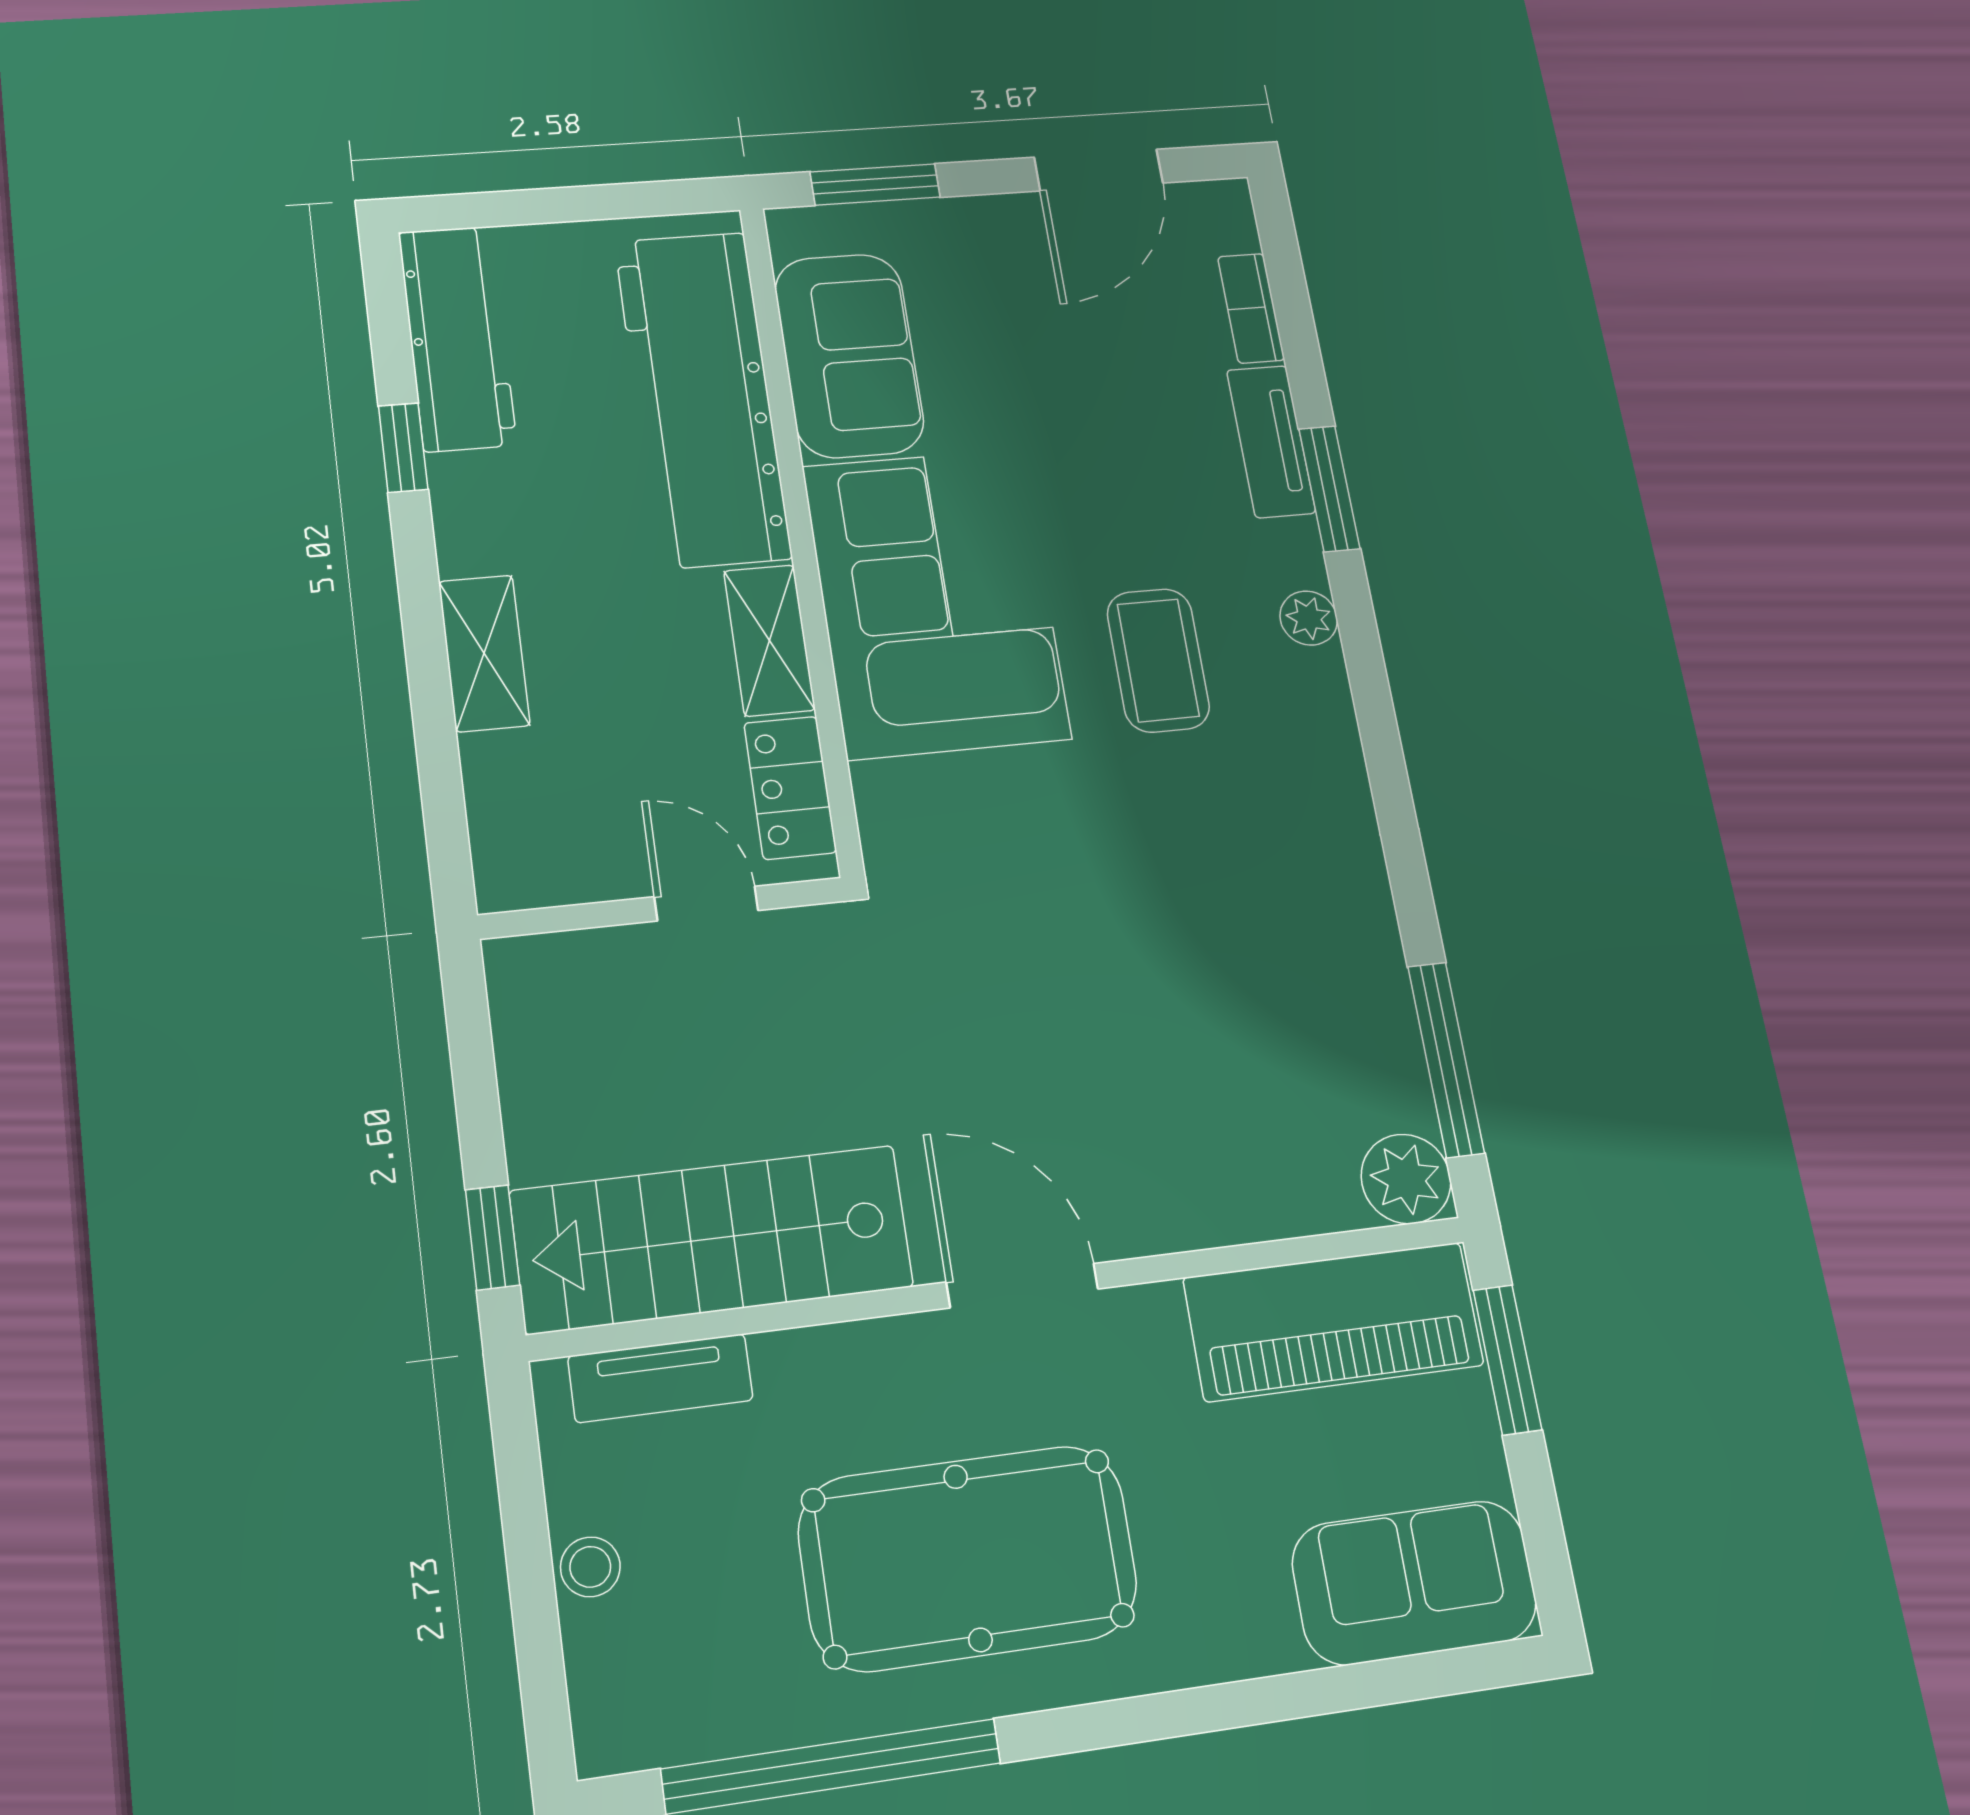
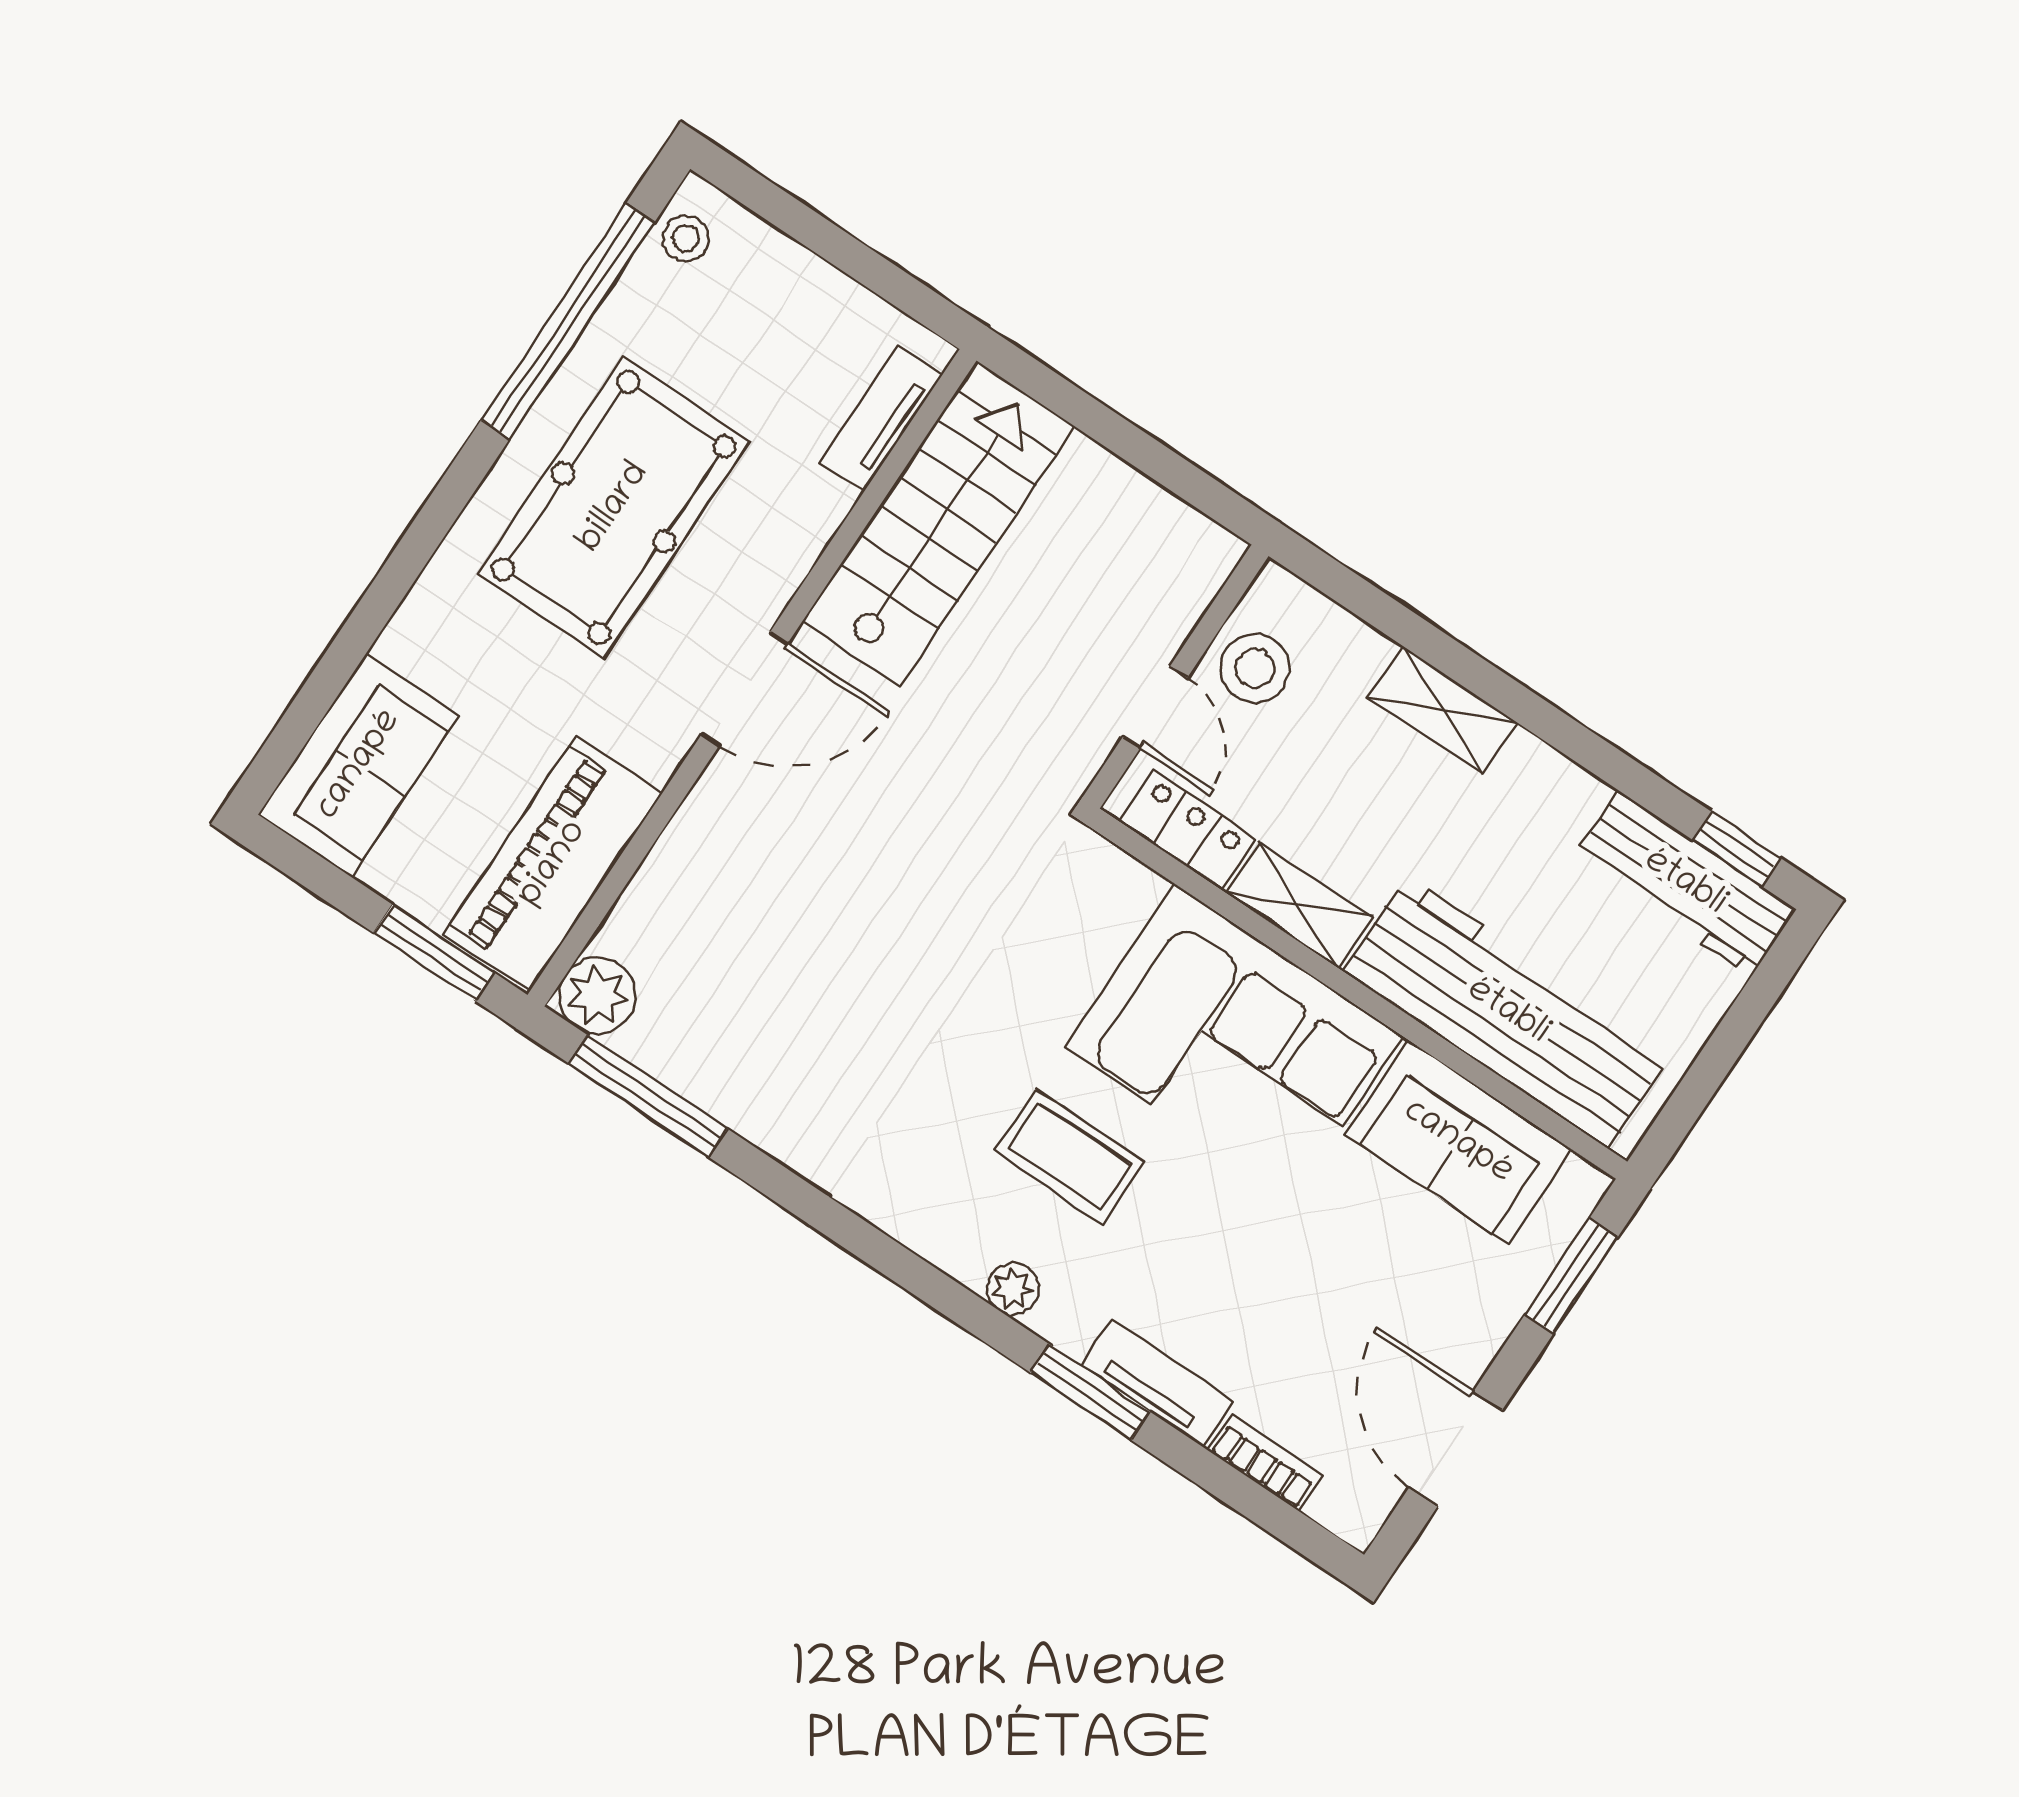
window: (403, 448) -> (1737, 849), moved
stool: (592, 845) -> (1255, 668), added
door: (706, 904) -> (1155, 707), hinge flipped
window: (493, 1237) -> (1054, 392), removed
stool: (590, 1567) -> (686, 238), moved

